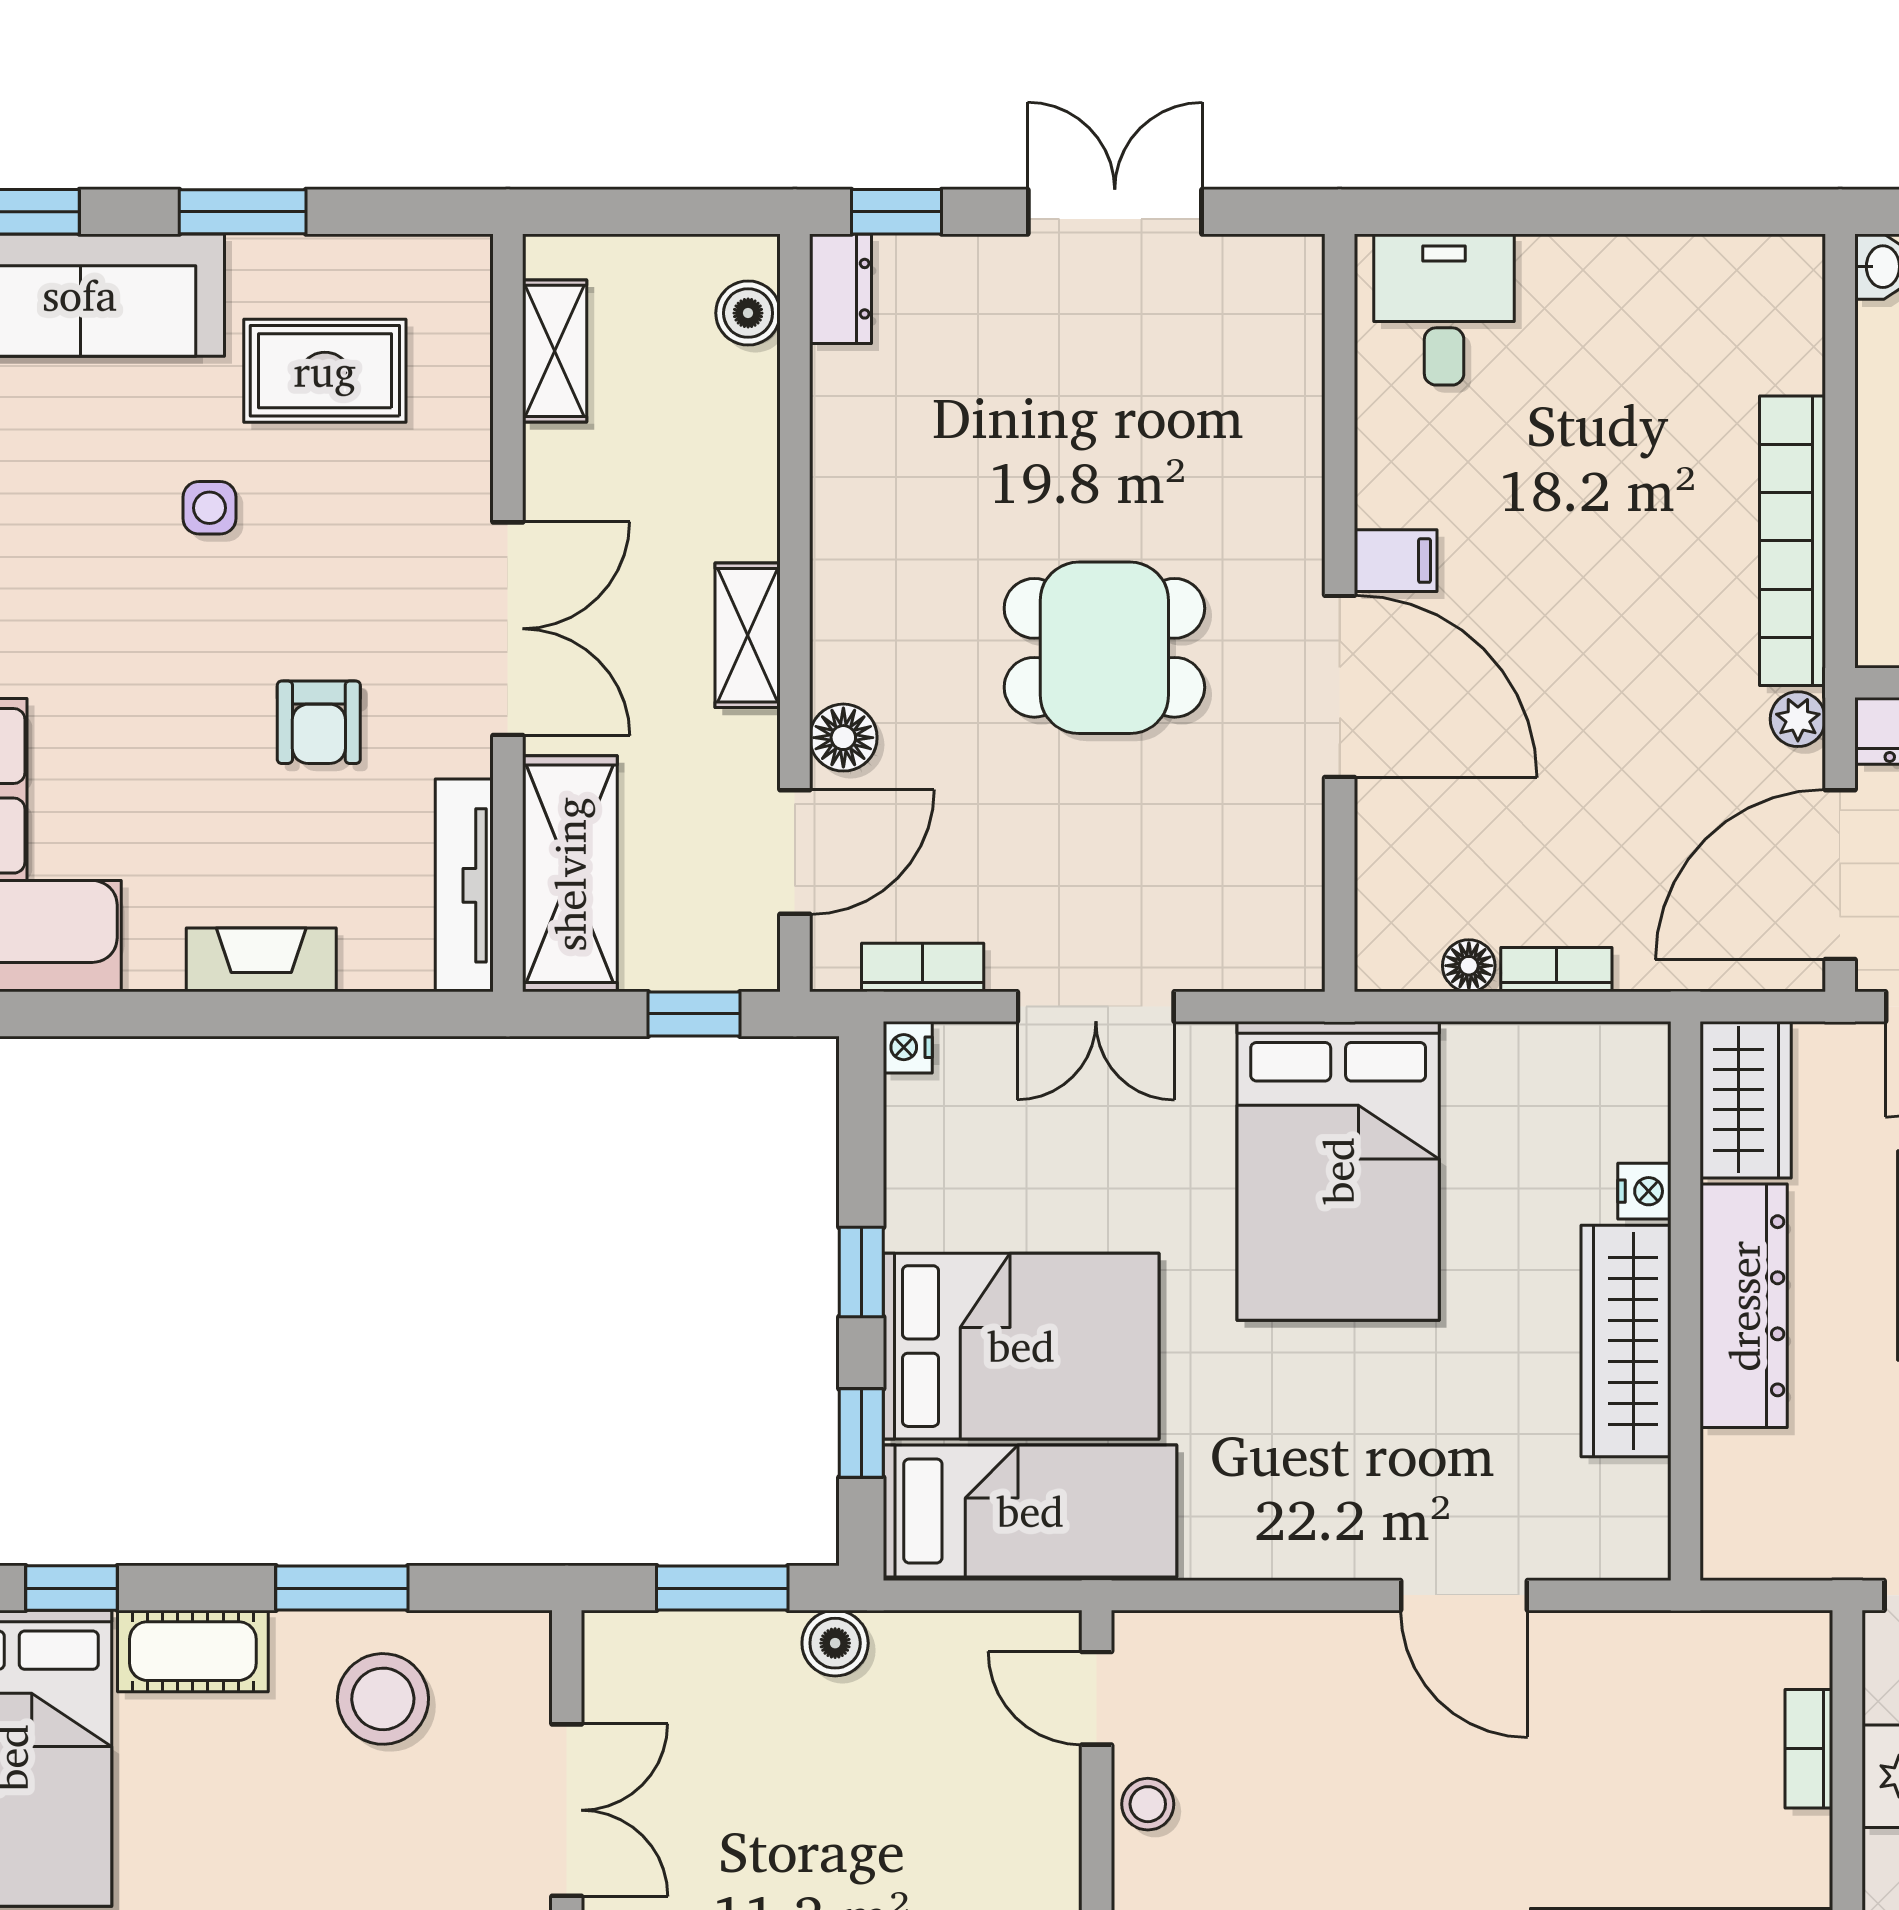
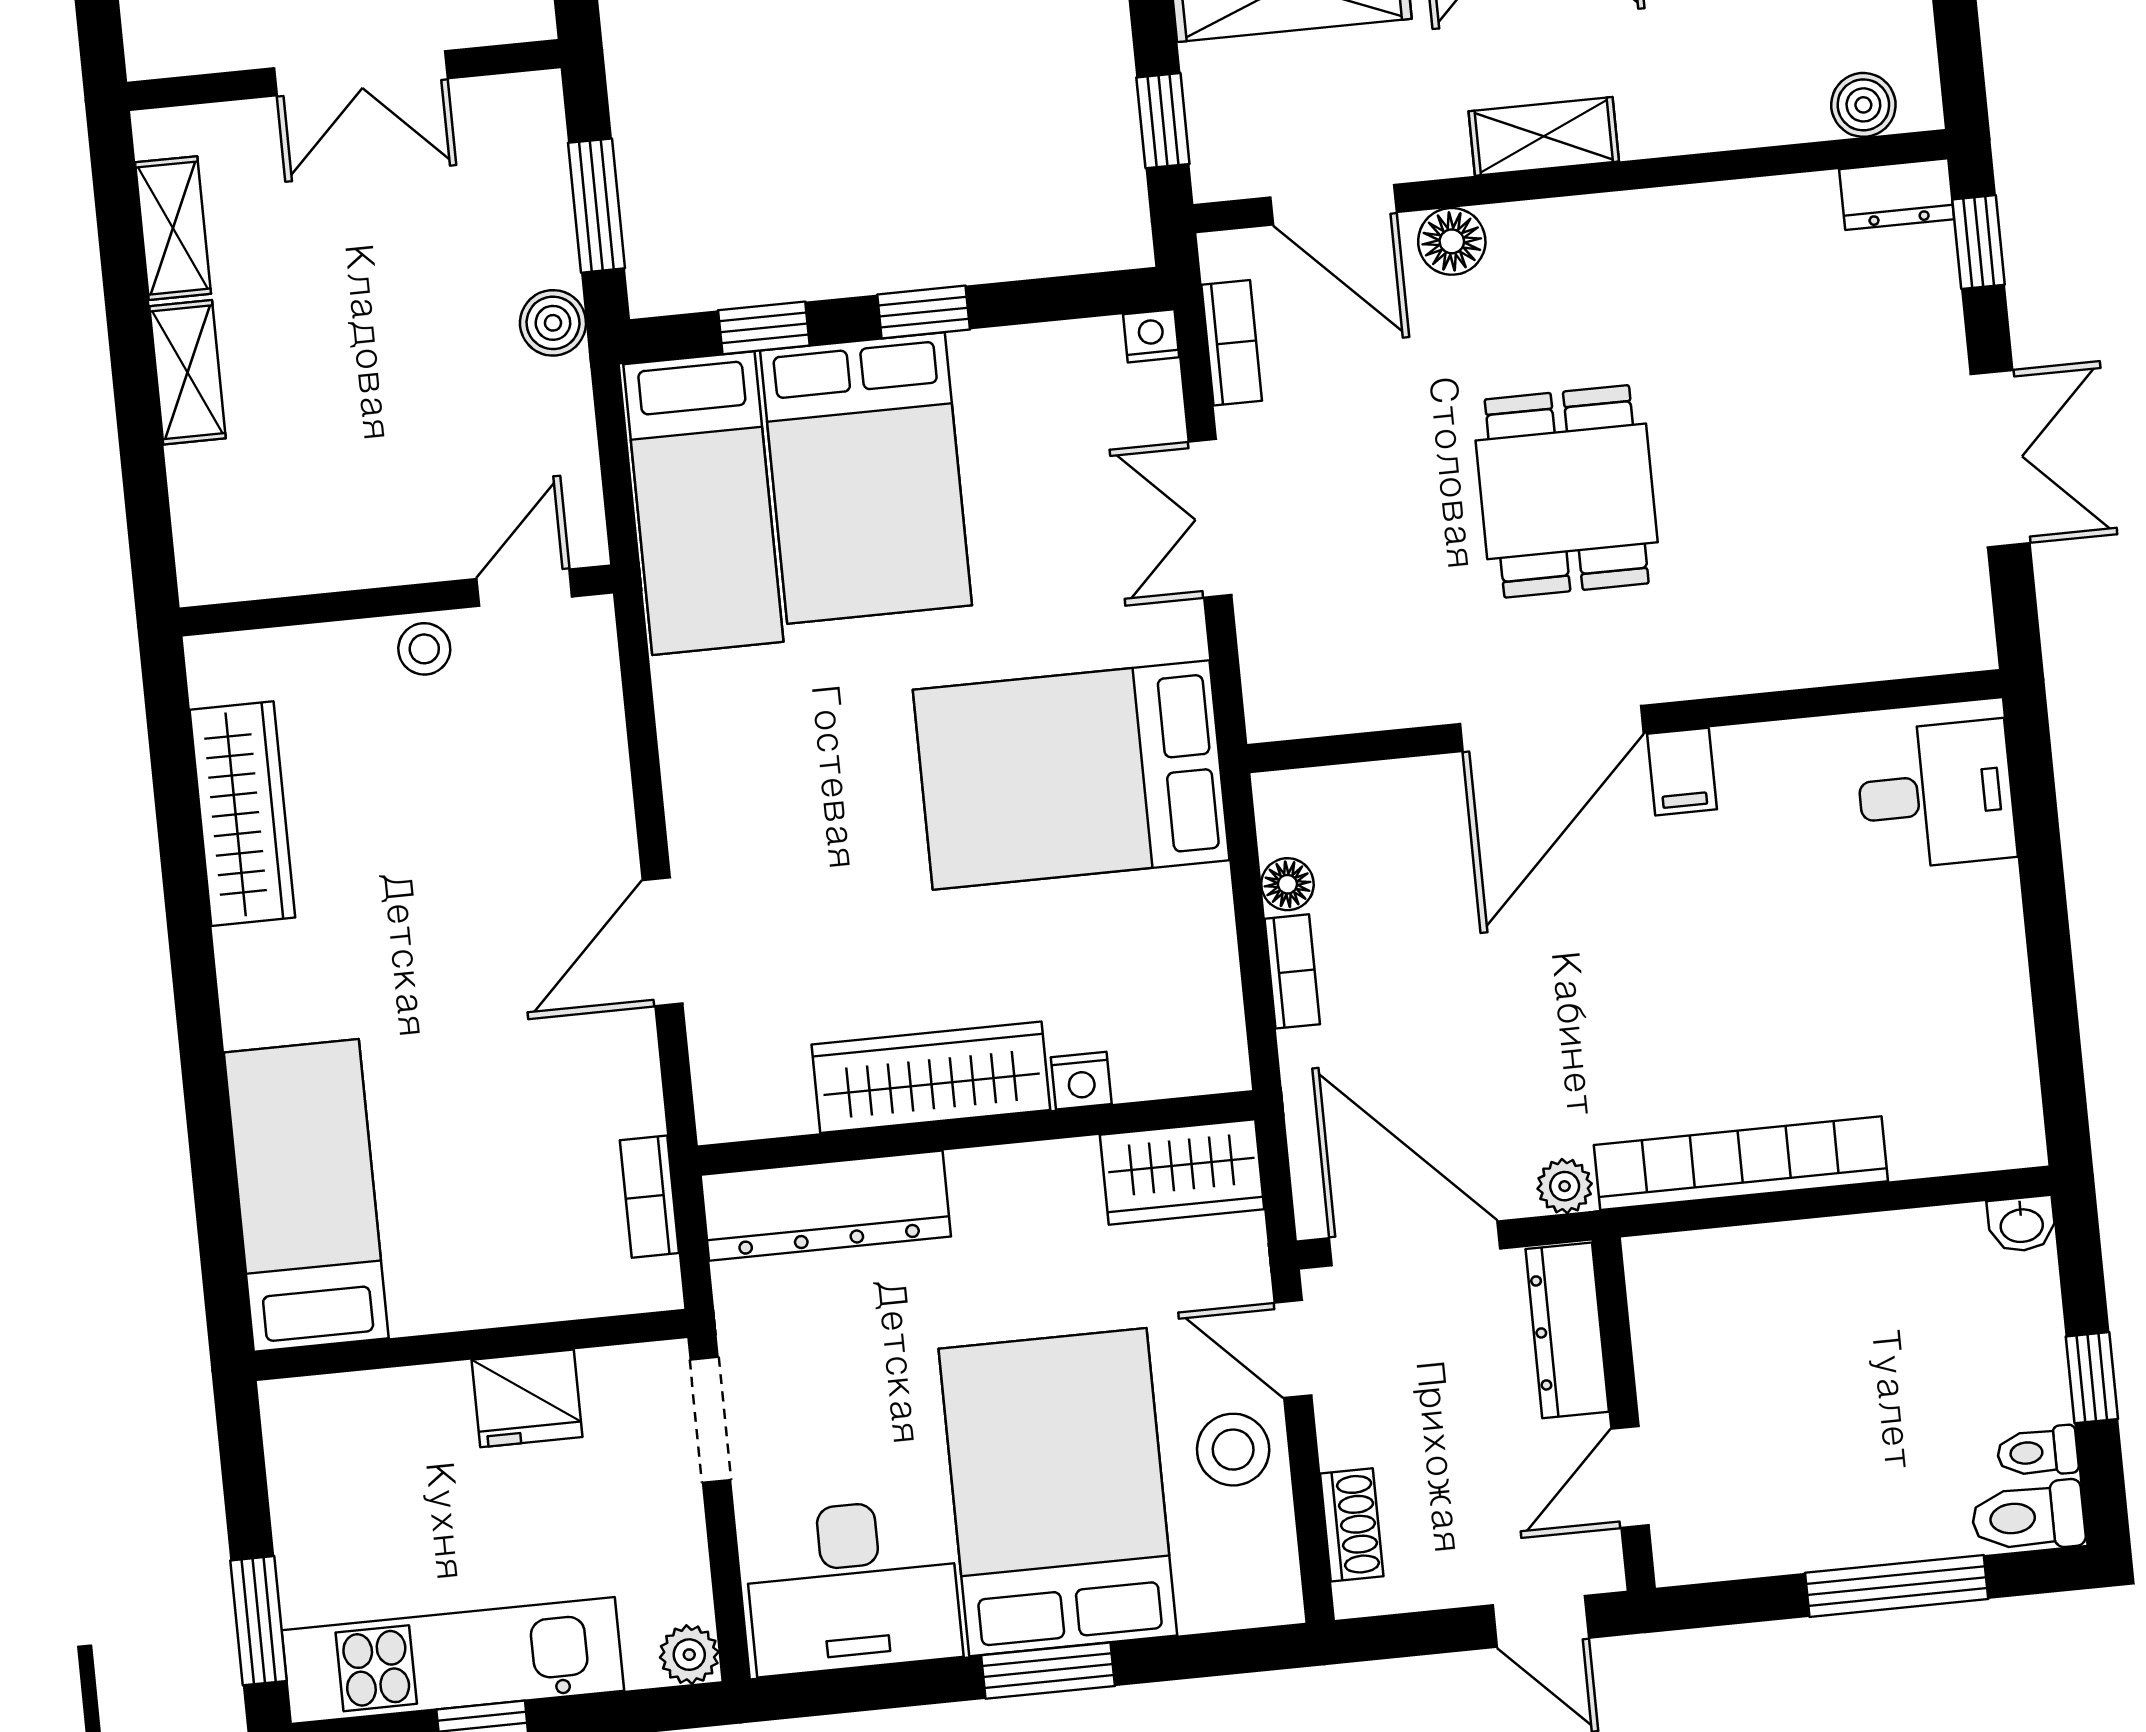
dresser: (1744, 1306) -> (826, 1206), moved
bookcase: (1809, 1749) -> (649, 1197), moved, turned -90

